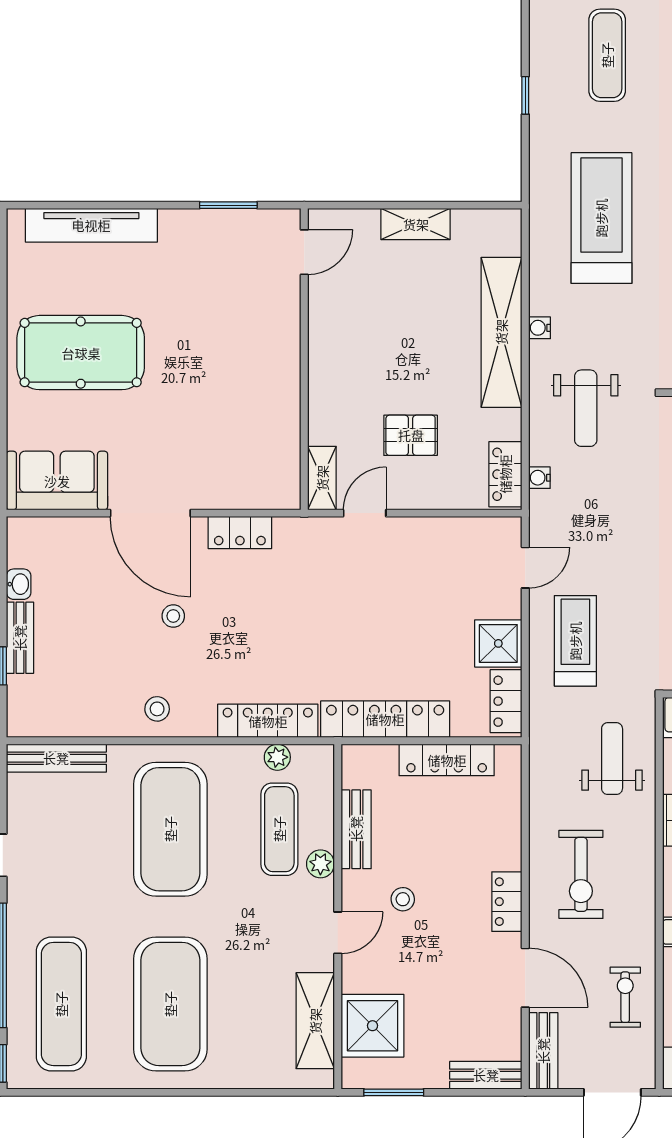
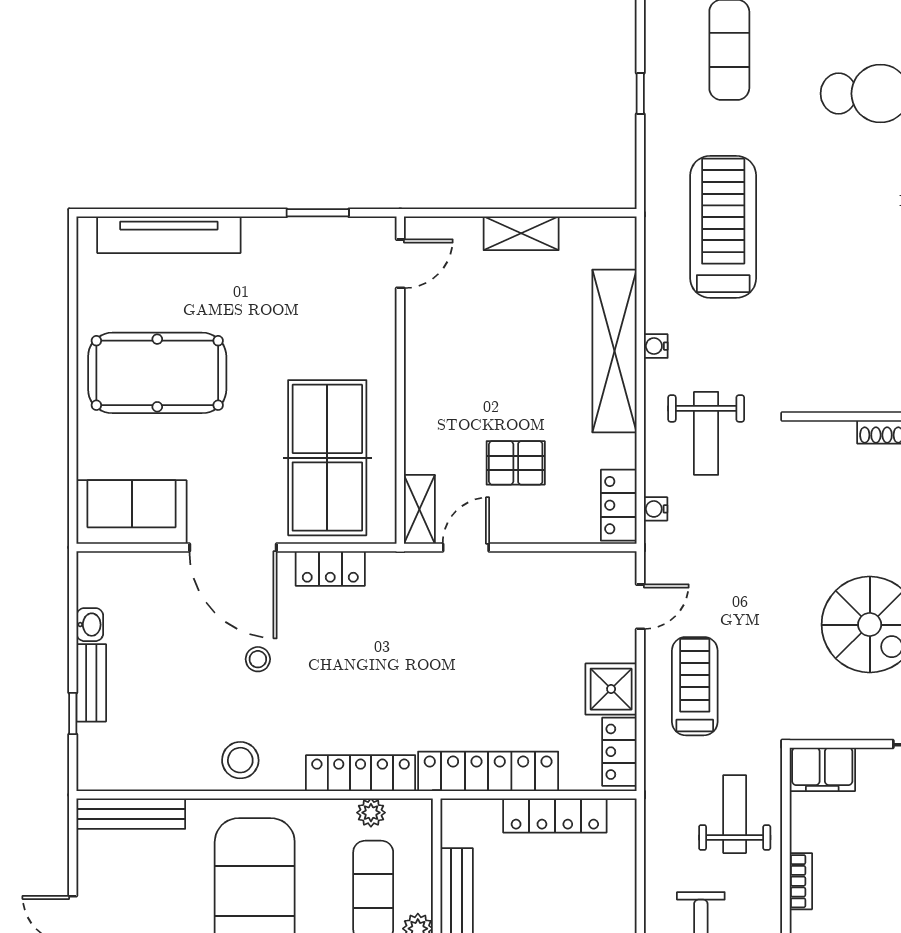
table tennis table: (237, 431) -> (327, 458), added
stool: (157, 709) -> (240, 760), width x1.37, depth x1.37

